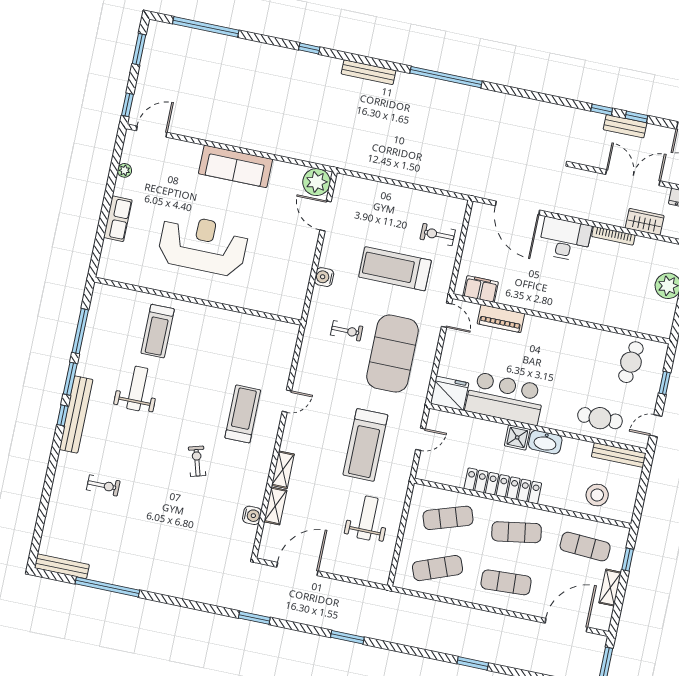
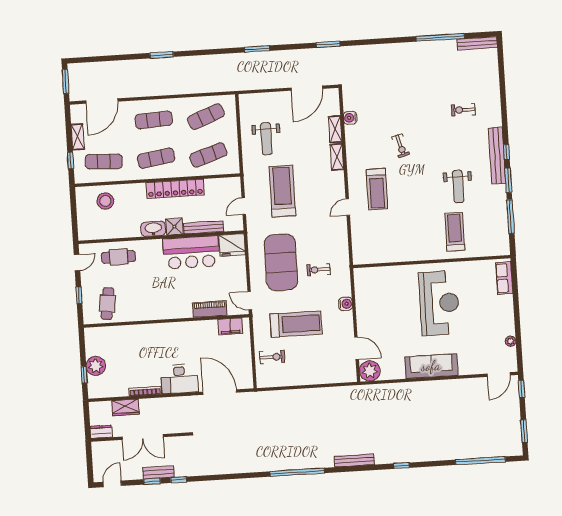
row of seats: (118, 219) -> (504, 278), moved
reception desk: (203, 245) -> (439, 303), turned -90
bench: (619, 455) -> (204, 227), moved

